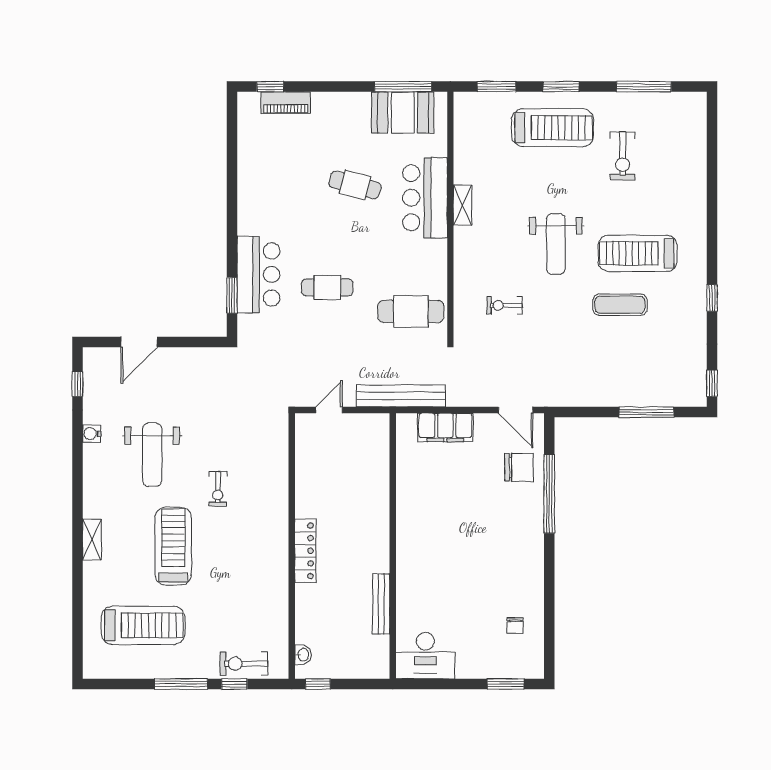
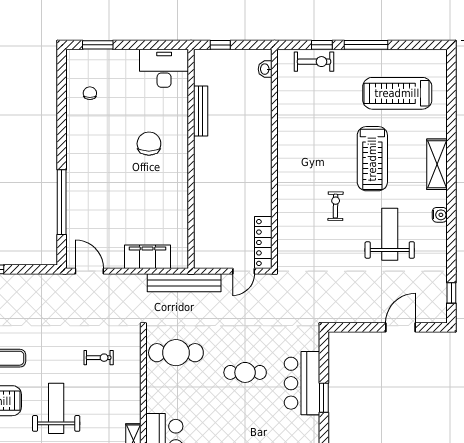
window: (232, 295) -> (324, 398), moved
water cooler: (92, 434) -> (440, 215), moved
chair: (519, 467) -> (149, 144), moved, turned 90
shelving: (92, 540) -> (437, 164), width x1.50, depth x1.33
locker: (305, 551) -> (263, 242), moved
window: (318, 684) -> (220, 45), moved

